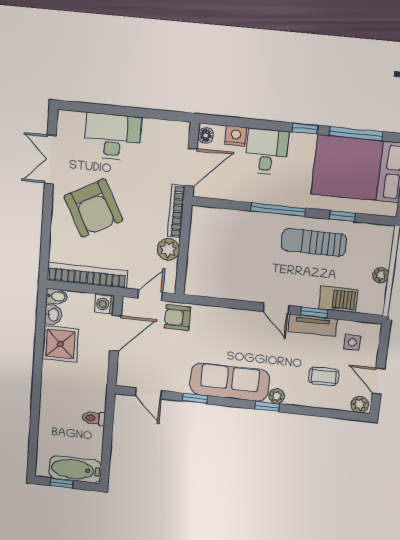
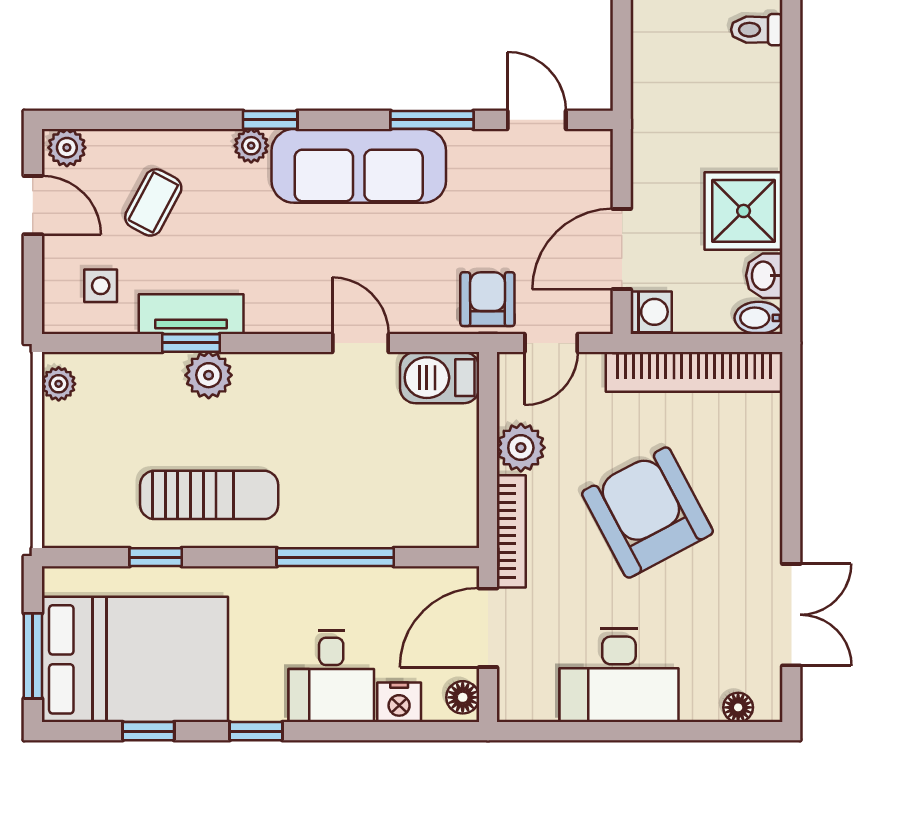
floor lamp: (78, 118) -> (738, 707), added
window: (356, 134) -> (148, 731), width x0.46
desk: (113, 137) -> (619, 676), moved
armchair: (93, 208) -> (647, 513), moved
window: (278, 210) -> (335, 557), moved
plant: (381, 275) -> (59, 384), moved
plant: (308, 297) -> (209, 375), added
barbecue: (338, 299) -> (440, 378), moved
door: (276, 308) -> (360, 343), moved
armchair: (177, 318) -> (487, 299), turned -90
coffee table: (324, 376) -> (153, 202), turned -62
window: (195, 398) -> (432, 120), width x1.50
toilet: (94, 418) -> (757, 30), moved, turned 180

